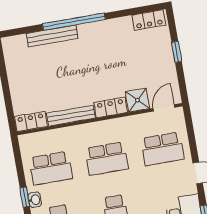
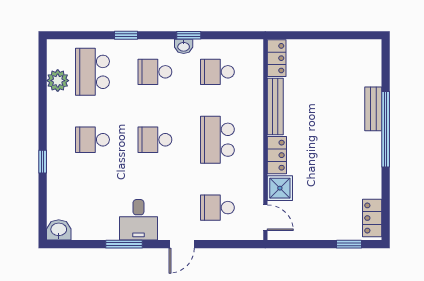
bench: (52, 36) -> (373, 109), width x0.73
window: (177, 52) -> (349, 244), moved
school desk: (162, 149) -> (217, 208), width x0.54
school desk: (51, 168) -> (217, 72), width x0.54

